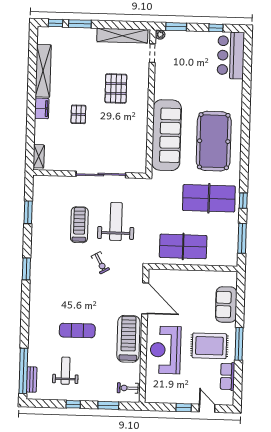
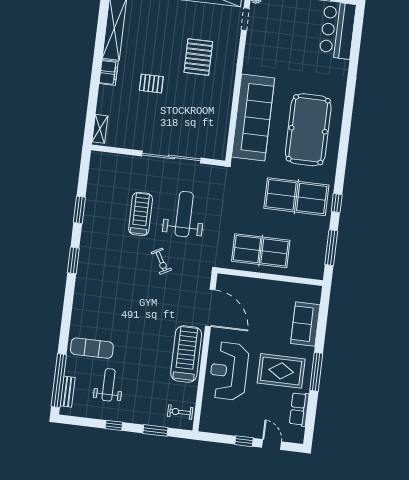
pallet: (78, 114) -> (151, 84), turned 90
window: (28, 212) -> (79, 210), moved
exercise mat: (77, 330) -> (92, 348), moved

